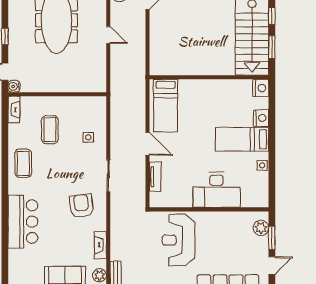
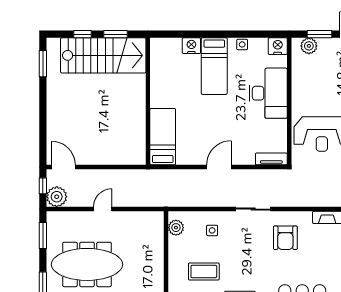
nightstand: (261, 88) -> (278, 46), moved
plant: (91, 104) -> (176, 228), added
bed: (166, 106) -> (163, 137), moved, turned -90
tv unit: (155, 177) -> (271, 159), moved
armchair: (81, 206) -> (285, 238), turned -83

